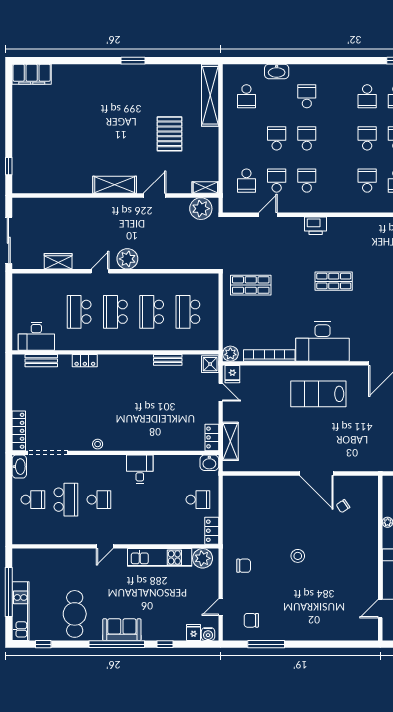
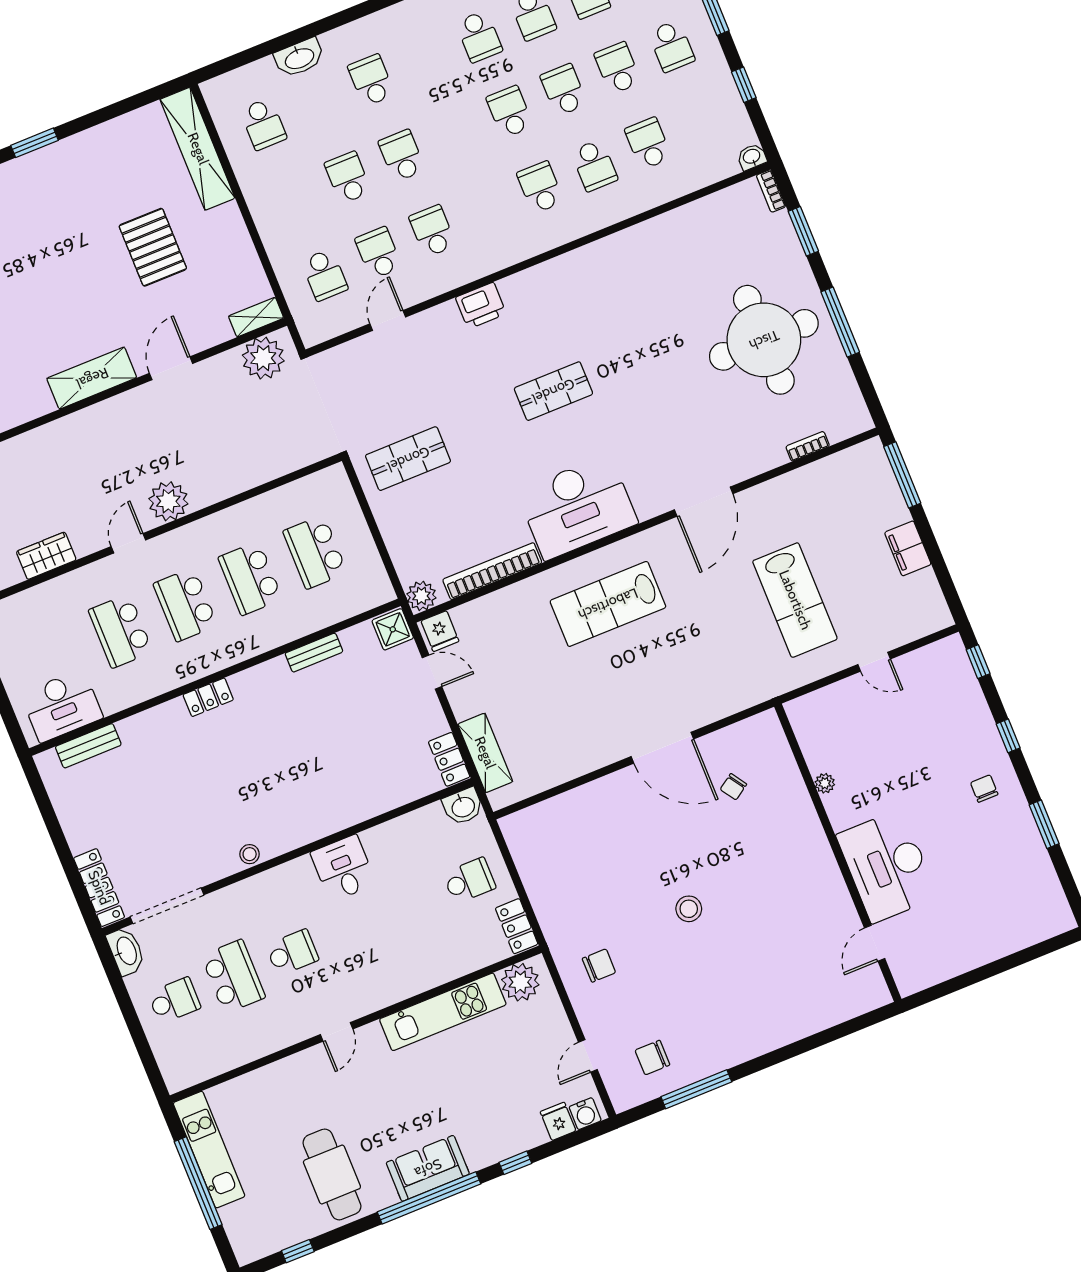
locker: (85, 361) -> (208, 697), moved
kitchen unit: (21, 611) -> (209, 1150), moved

